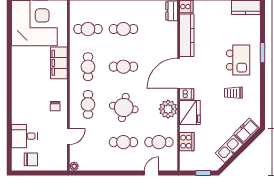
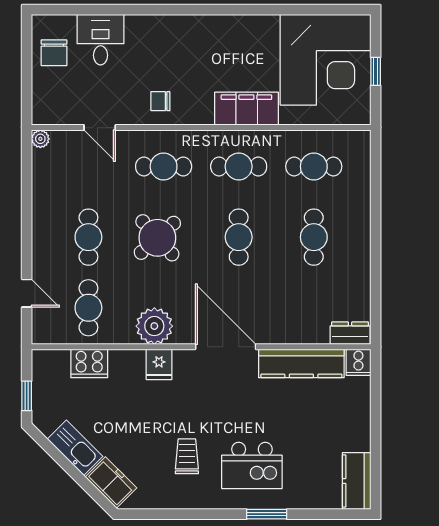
cafe table: (88, 29) -> (314, 166), turned 90
dishwasher: (187, 94) -> (184, 363), removed
round table: (124, 108) -> (157, 238), turned 38
fridge: (190, 112) -> (159, 364), width x0.53, depth x0.75

